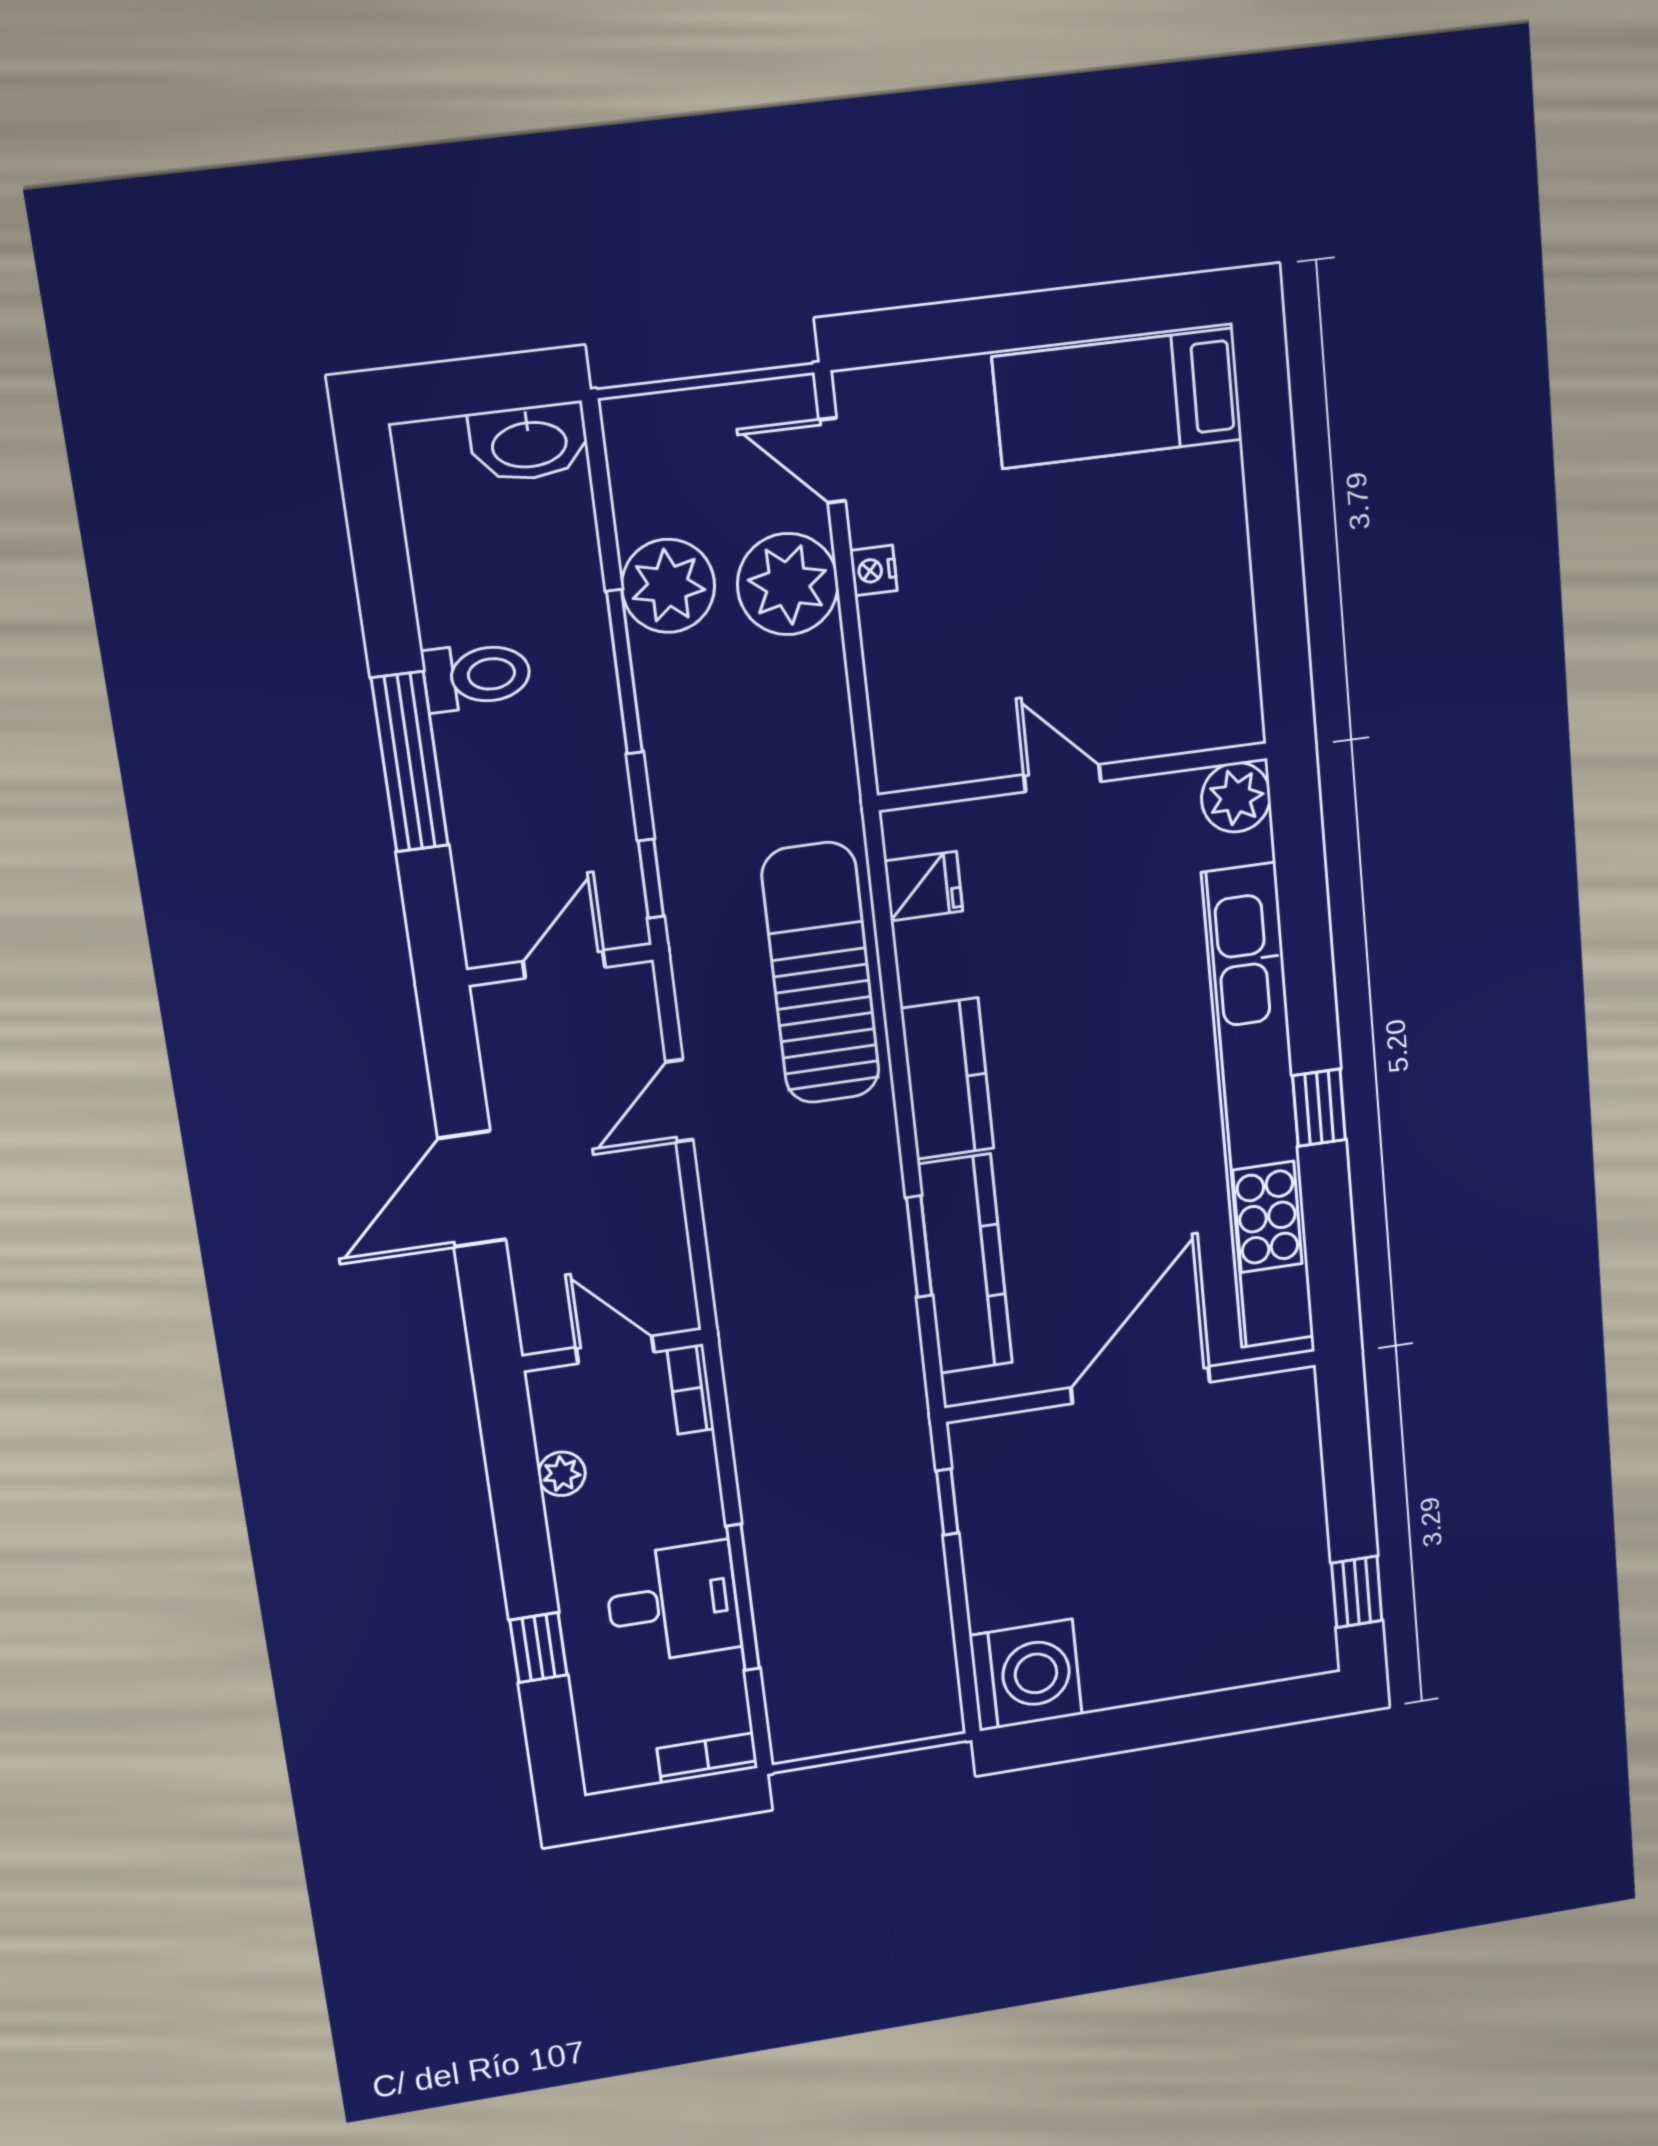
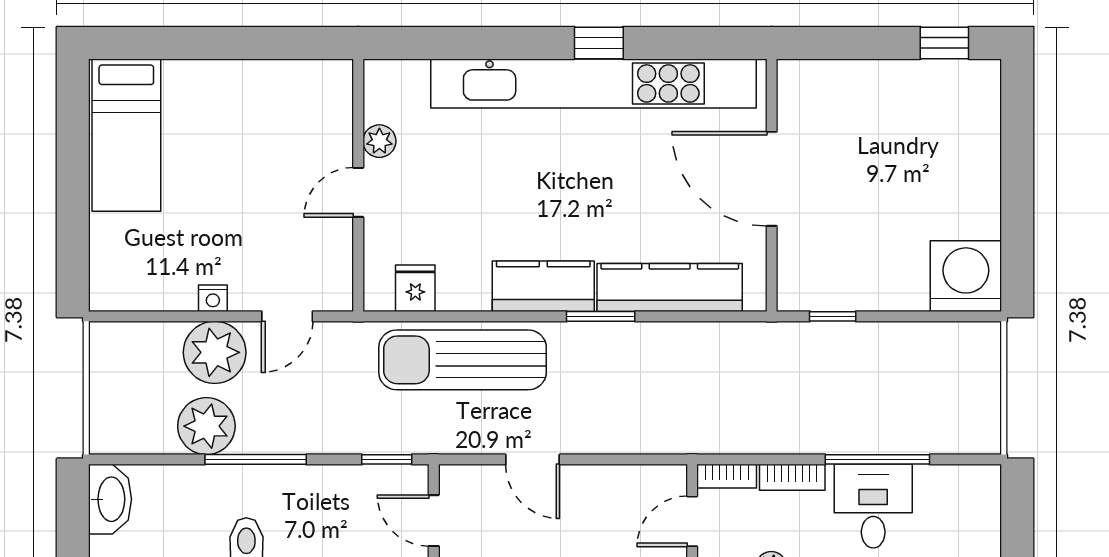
door: (832, 460) -> (287, 316), moved
plant: (1236, 797) -> (379, 141), moved, width x0.73, depth x0.73
window: (919, 1247) -> (601, 316), moved
bookcase: (707, 1758) -> (792, 477), moved, turned -90

